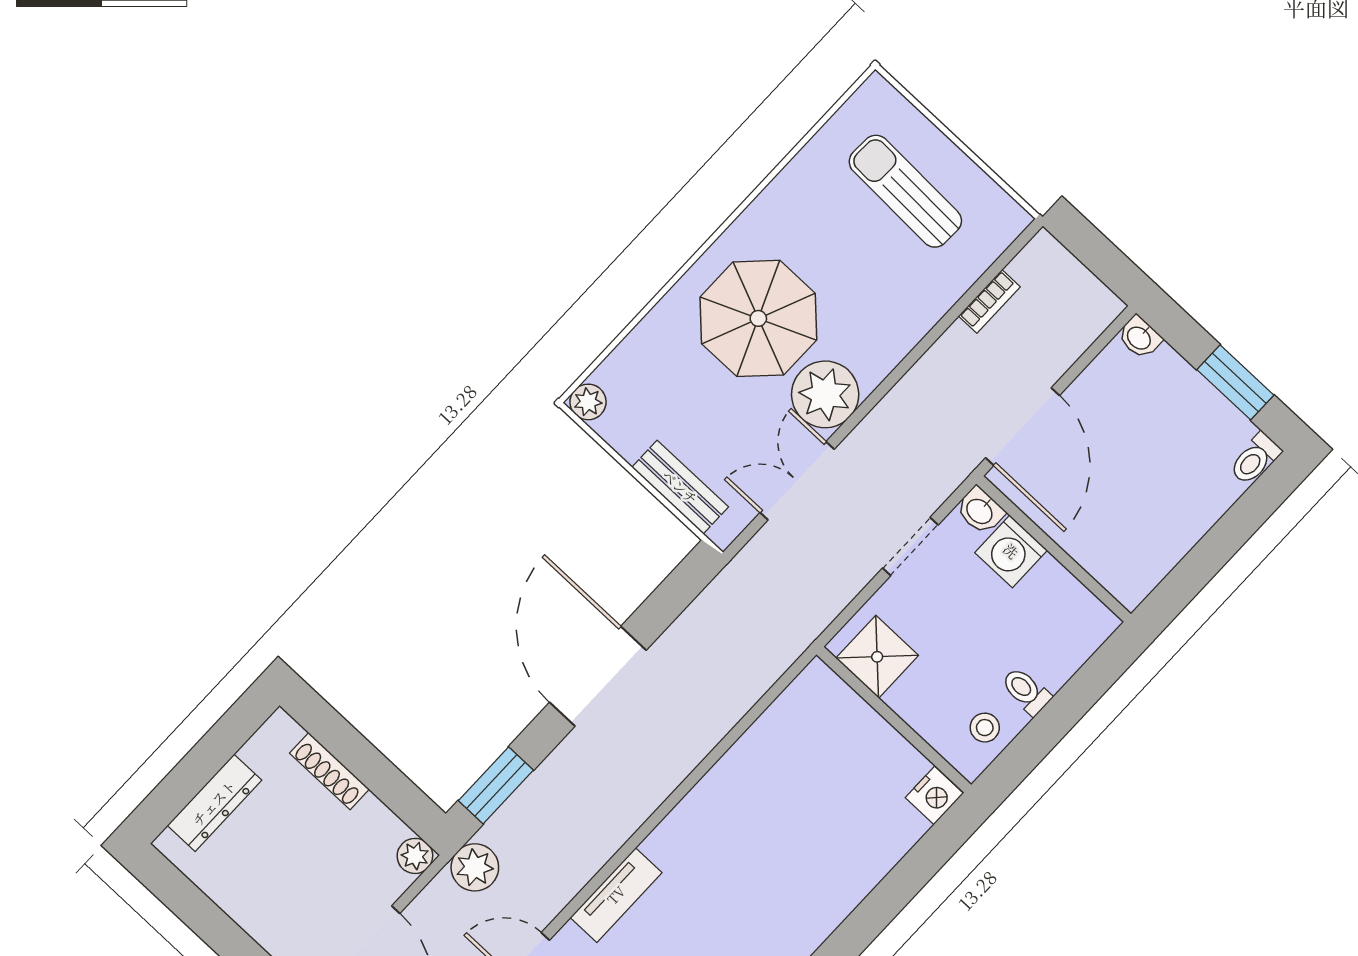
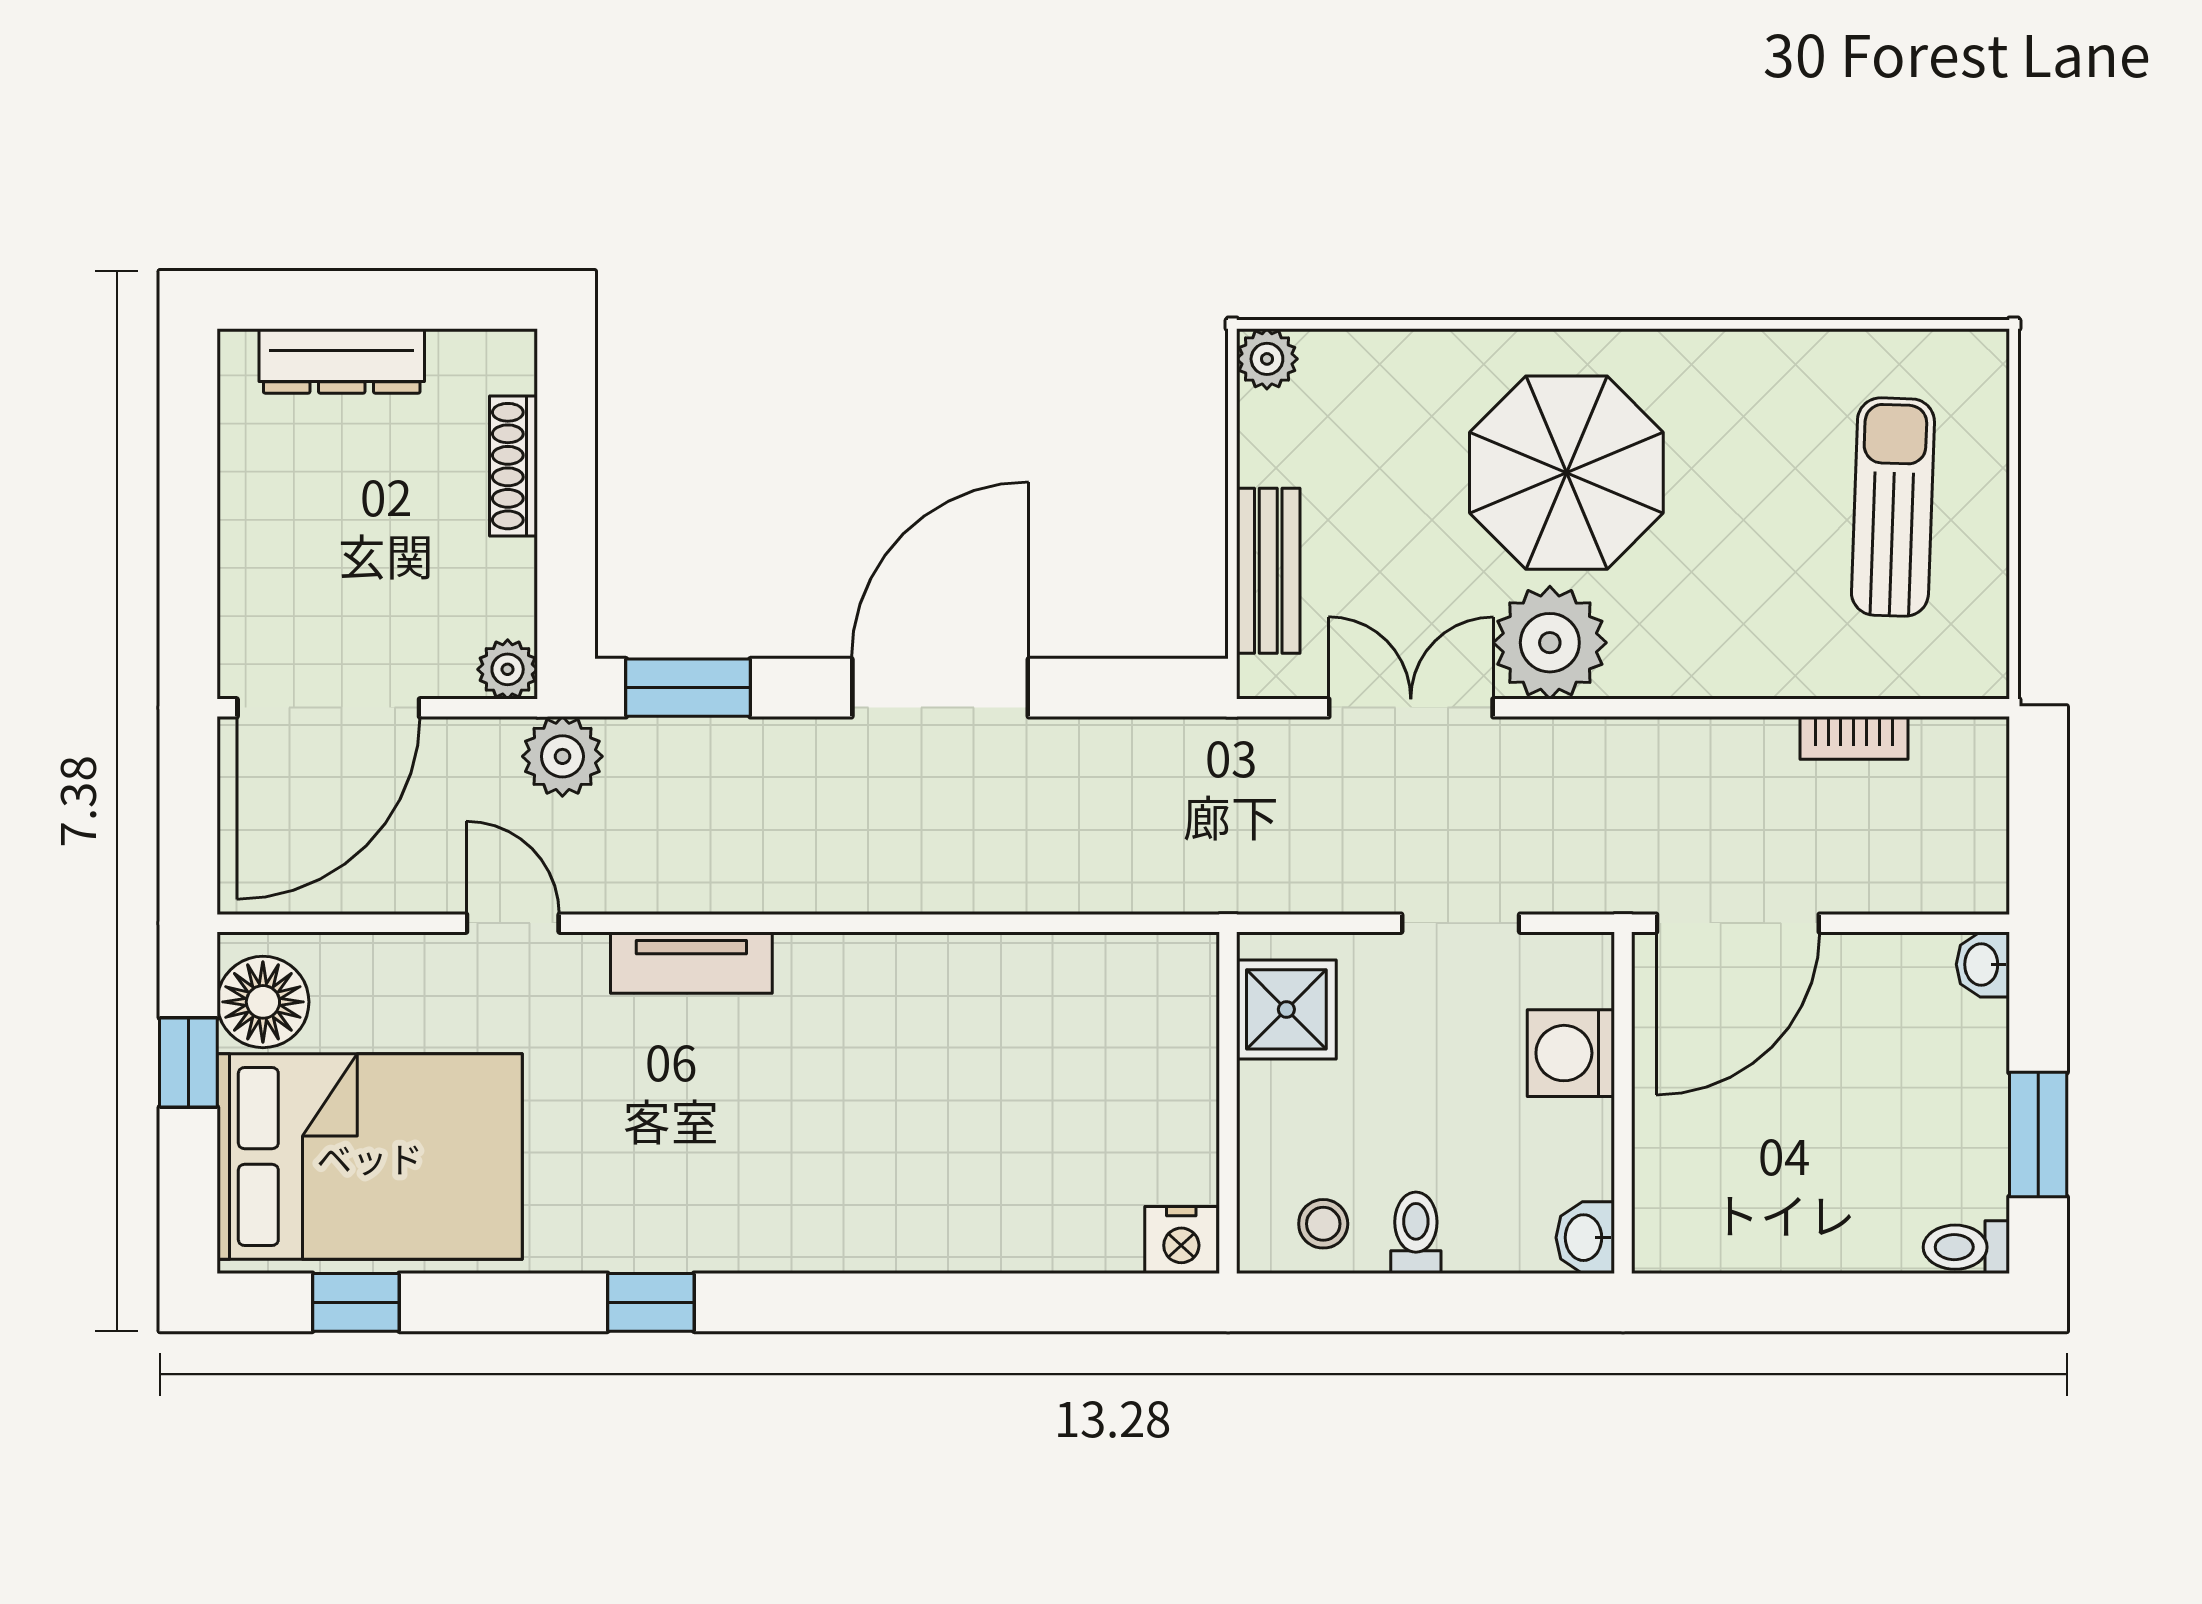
washbasin: (980, 511) -> (1585, 1238), moved

